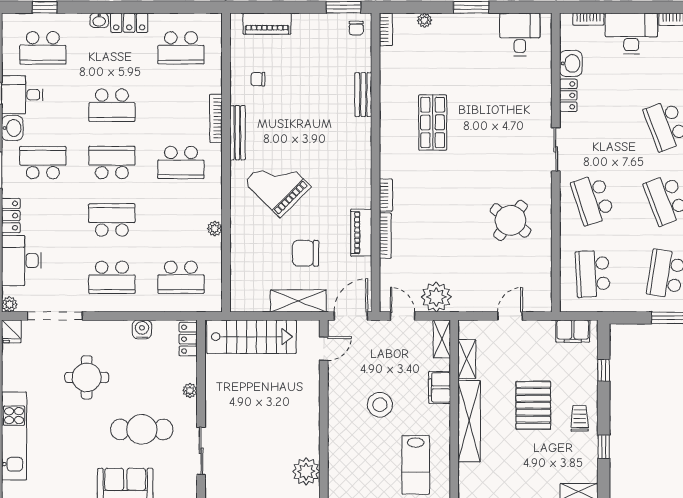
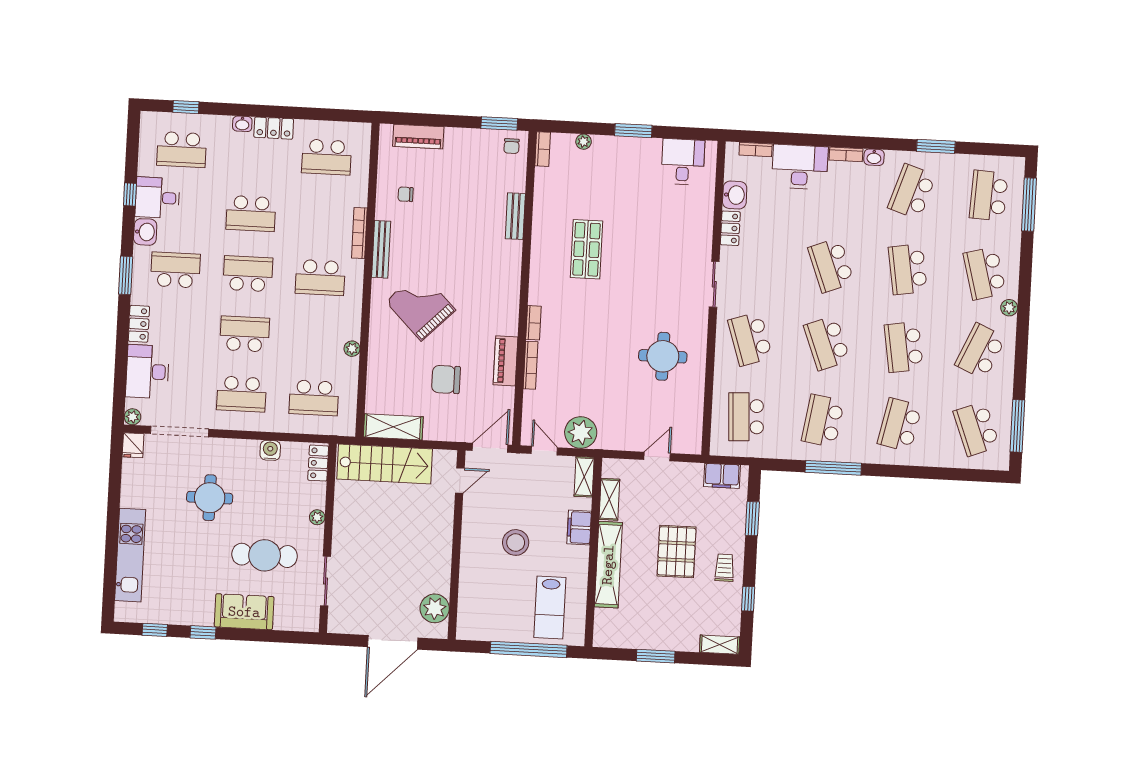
round table: (510, 220) -> (663, 356), turned -37
shelving: (298, 301) -> (393, 427), moved
window: (604, 370) -> (752, 519), width x1.50

